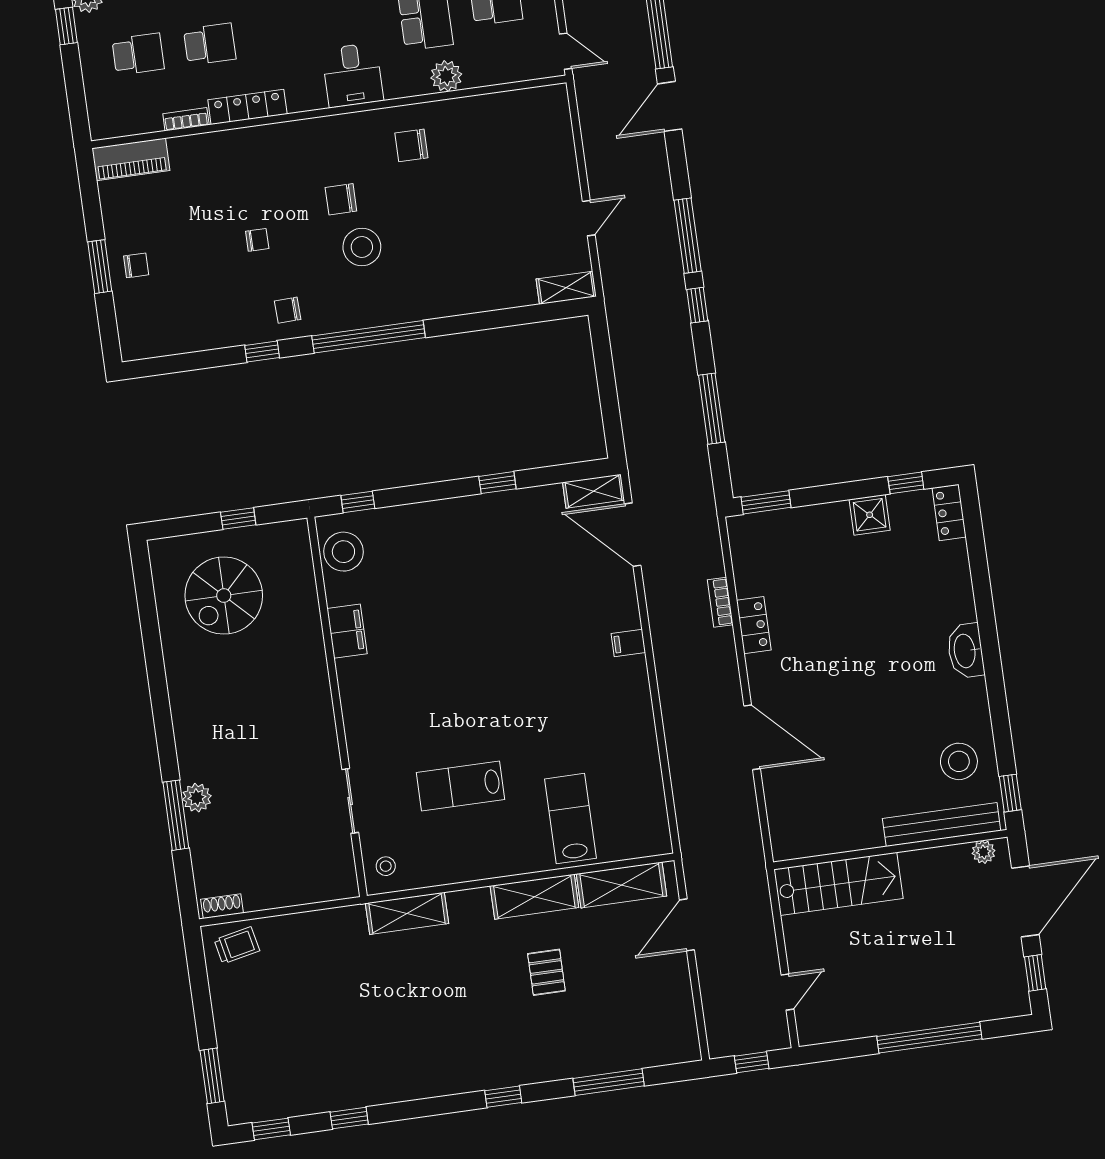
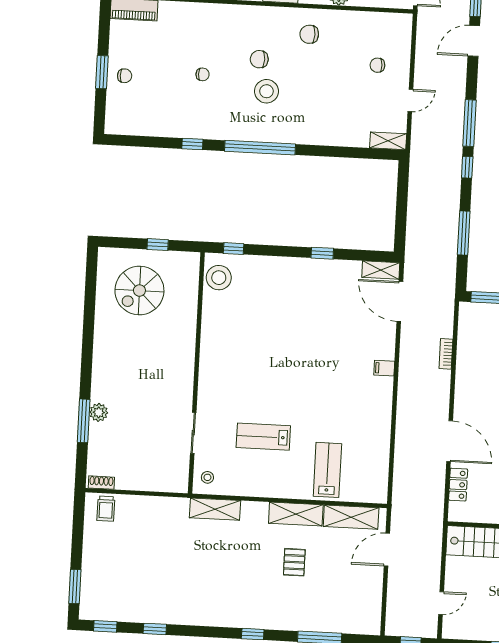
chair: (288, 310) -> (377, 65), moved
locker: (754, 625) -> (458, 485), moved
filing cabinet: (347, 631) -> (212, 327), removed
trolley: (237, 945) -> (106, 509), turned 102

